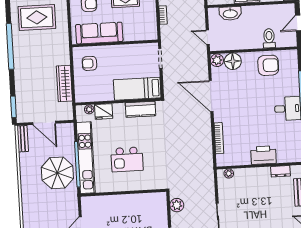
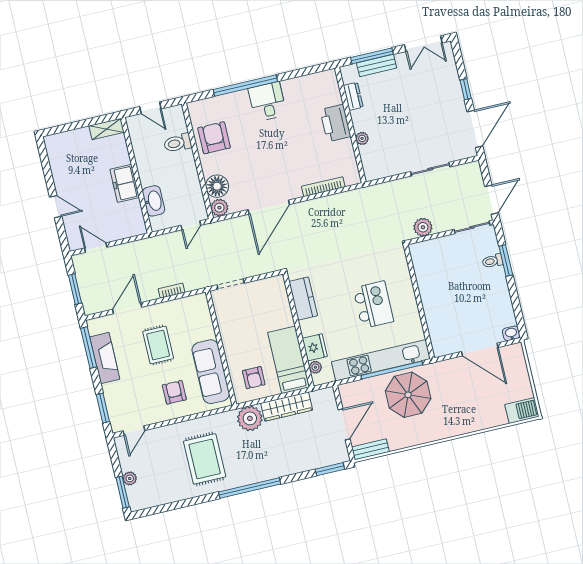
plant: (60, 55) -> (250, 418), added
bed: (137, 89) -> (289, 360), moved, turned 180
plant: (229, 174) -> (362, 138), moved

